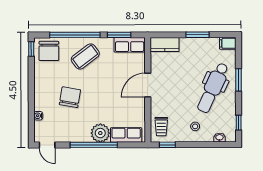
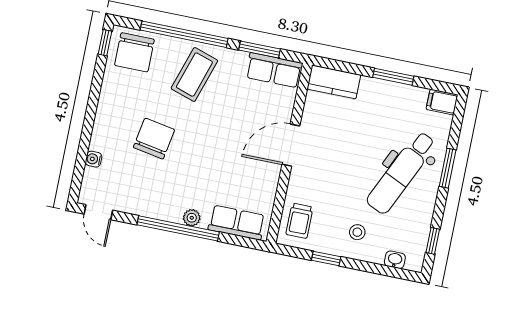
coffee table: (85, 56) -> (194, 75), turned -35
plant: (100, 133) -> (192, 218), width x0.53, depth x0.53
window: (167, 145) -> (326, 258), moved

